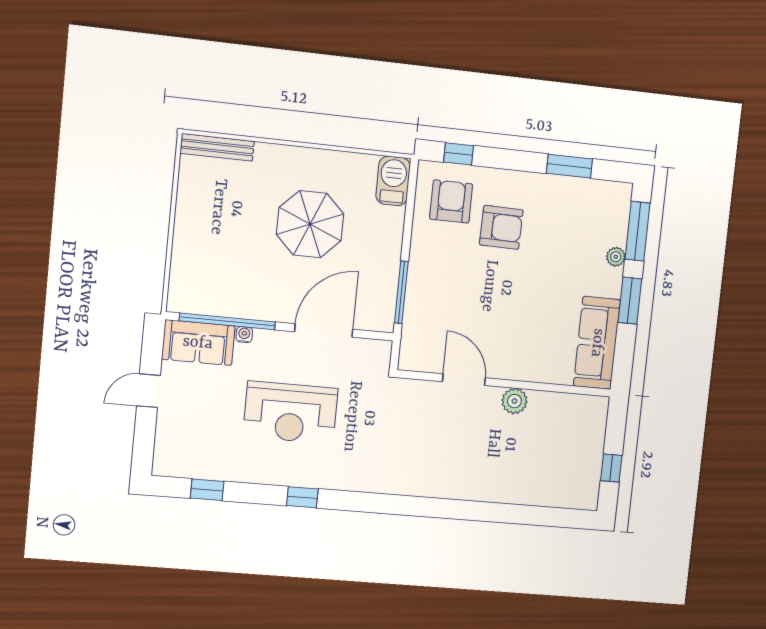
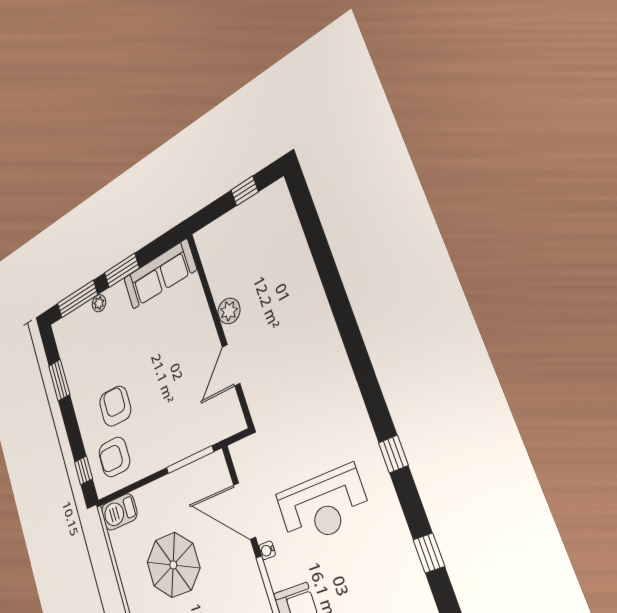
water cooler: (244, 335) -> (267, 550), moved
reception desk: (291, 413) -> (323, 506), turned 90

